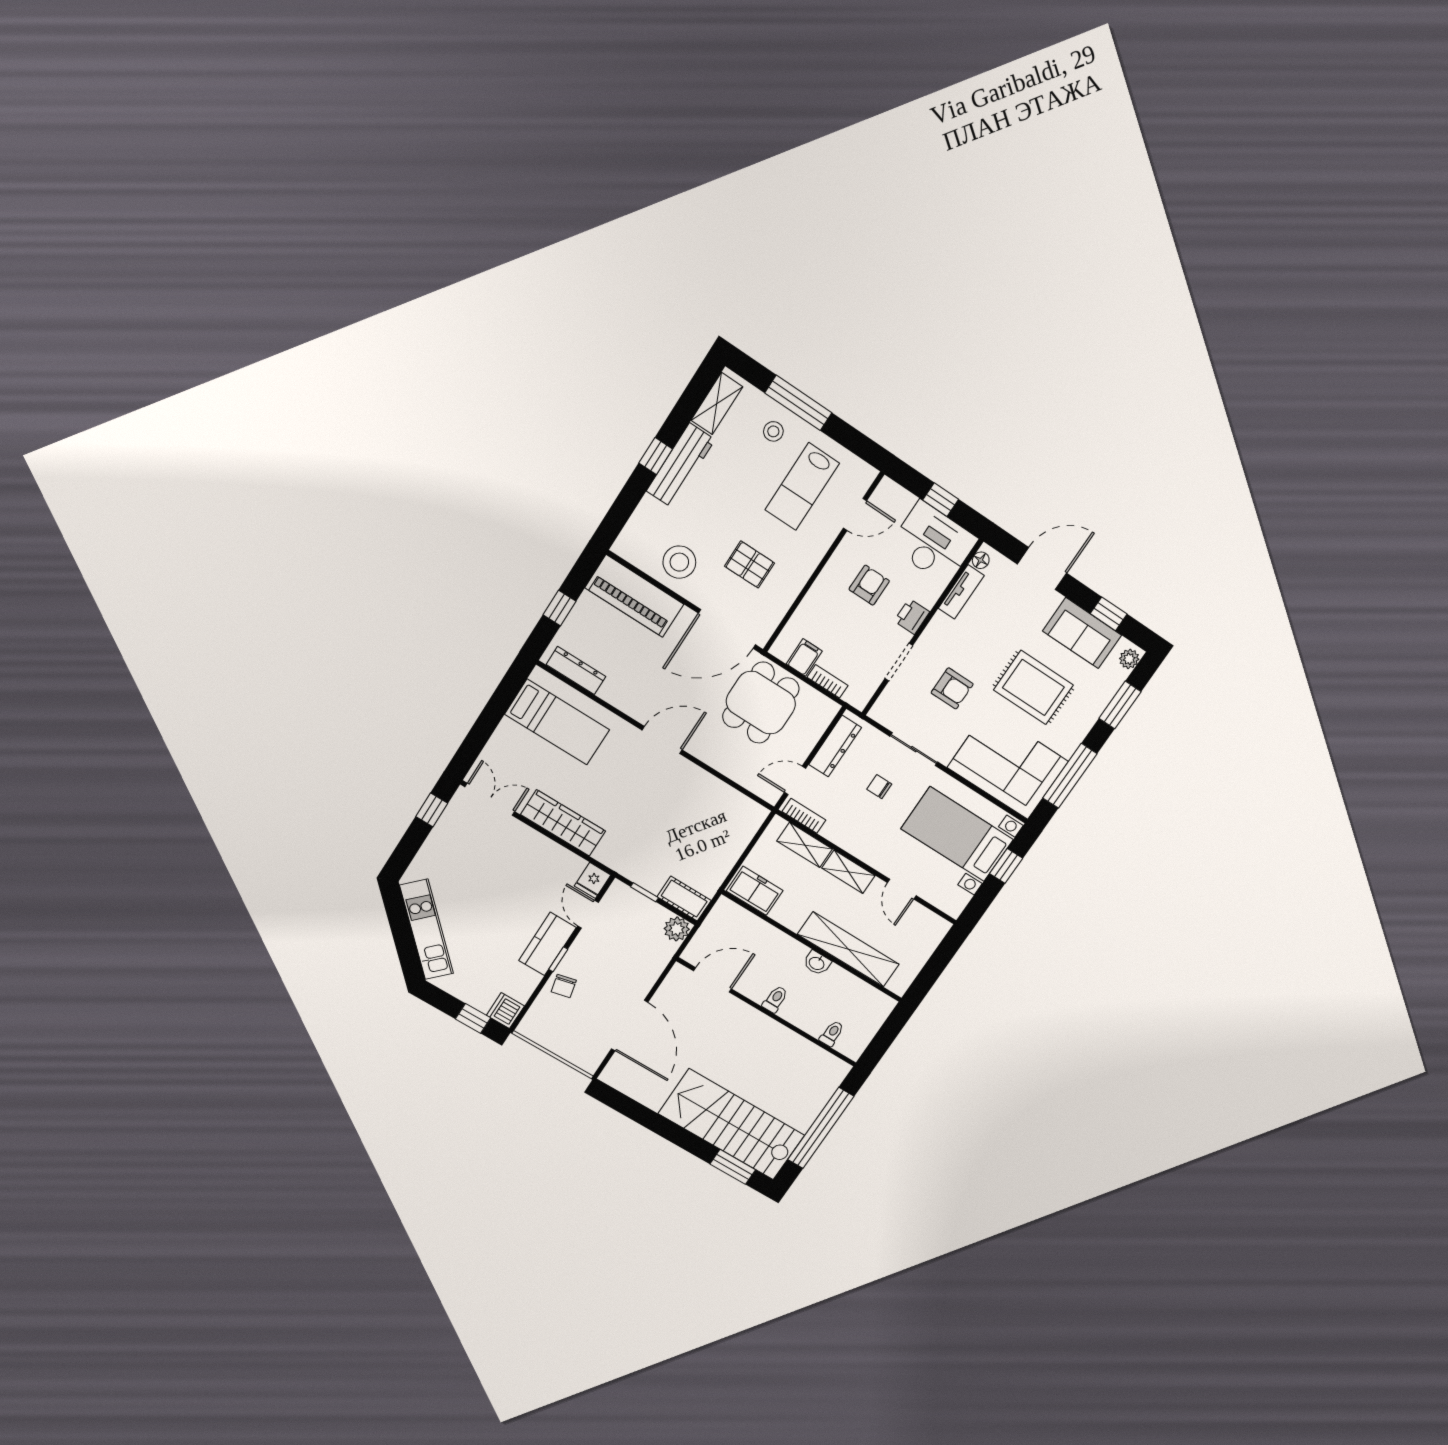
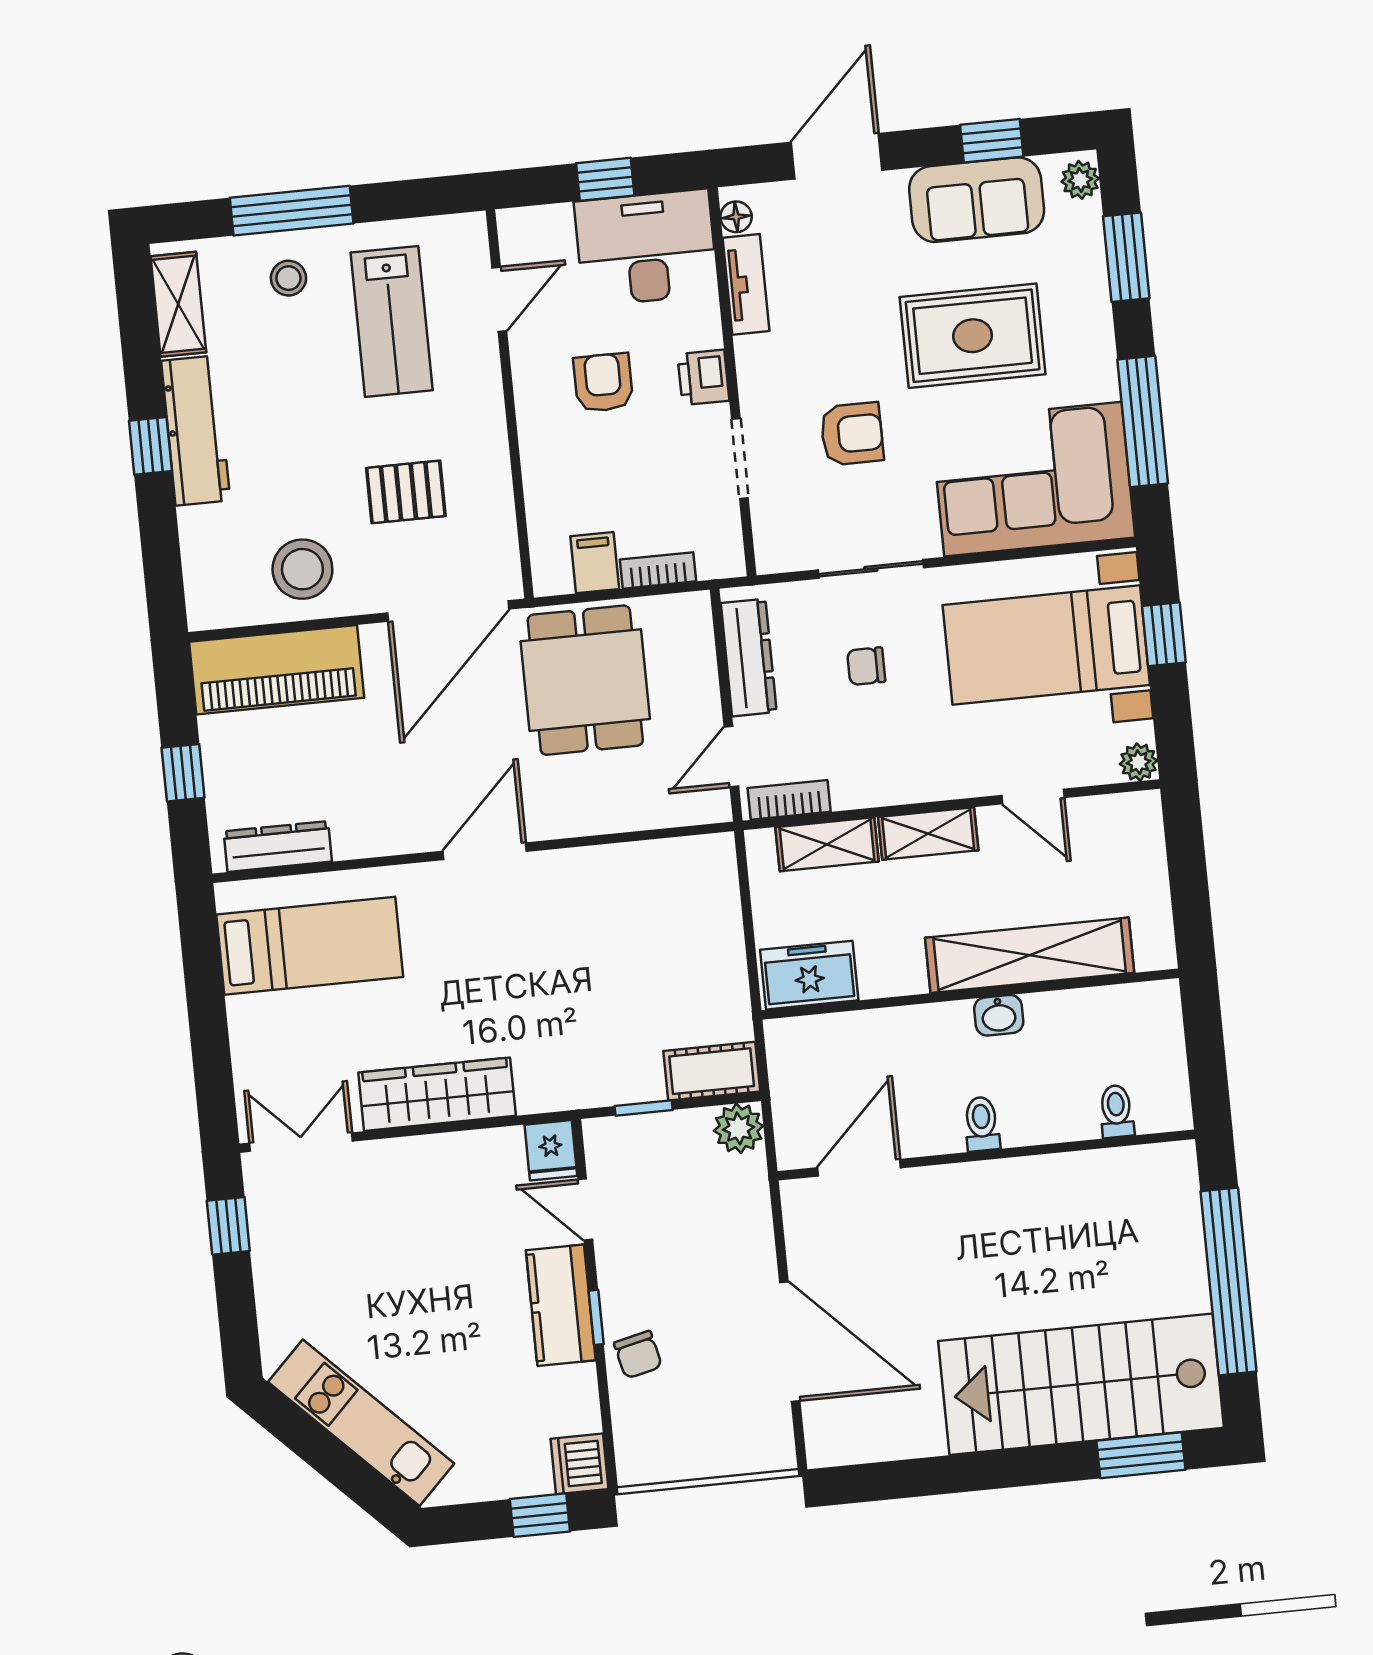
plant: (954, 908) -> (1139, 762), added

